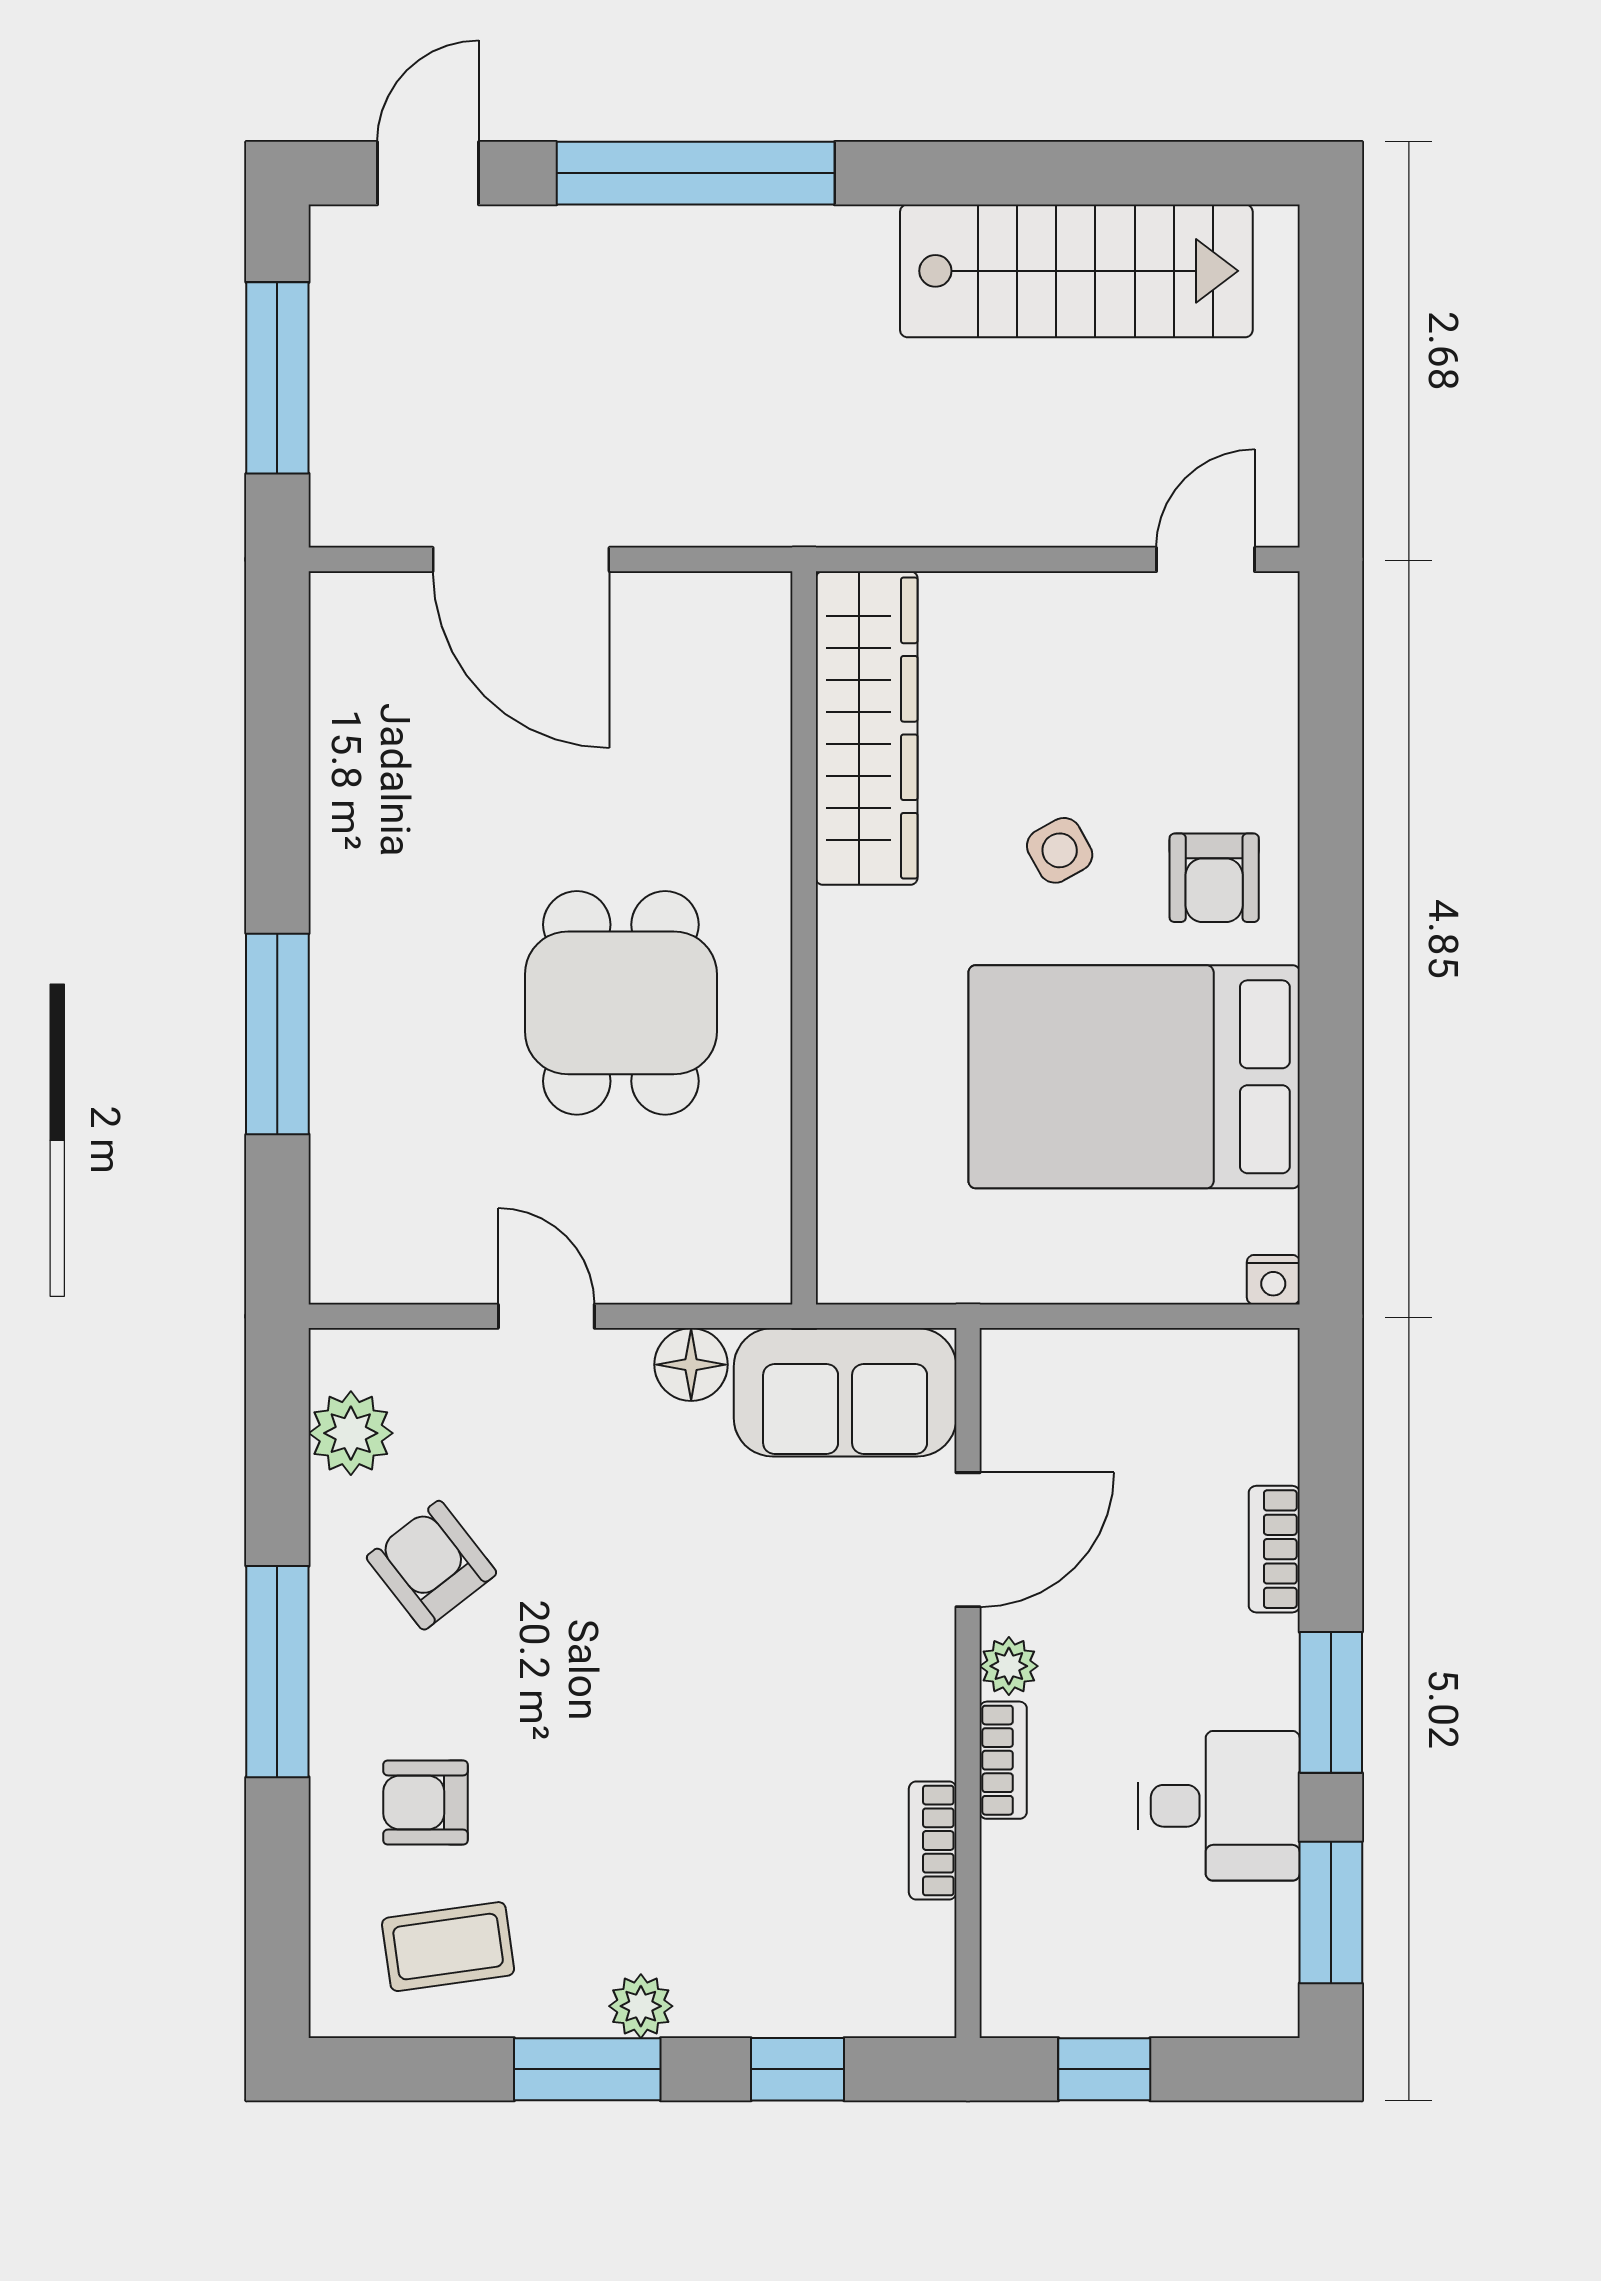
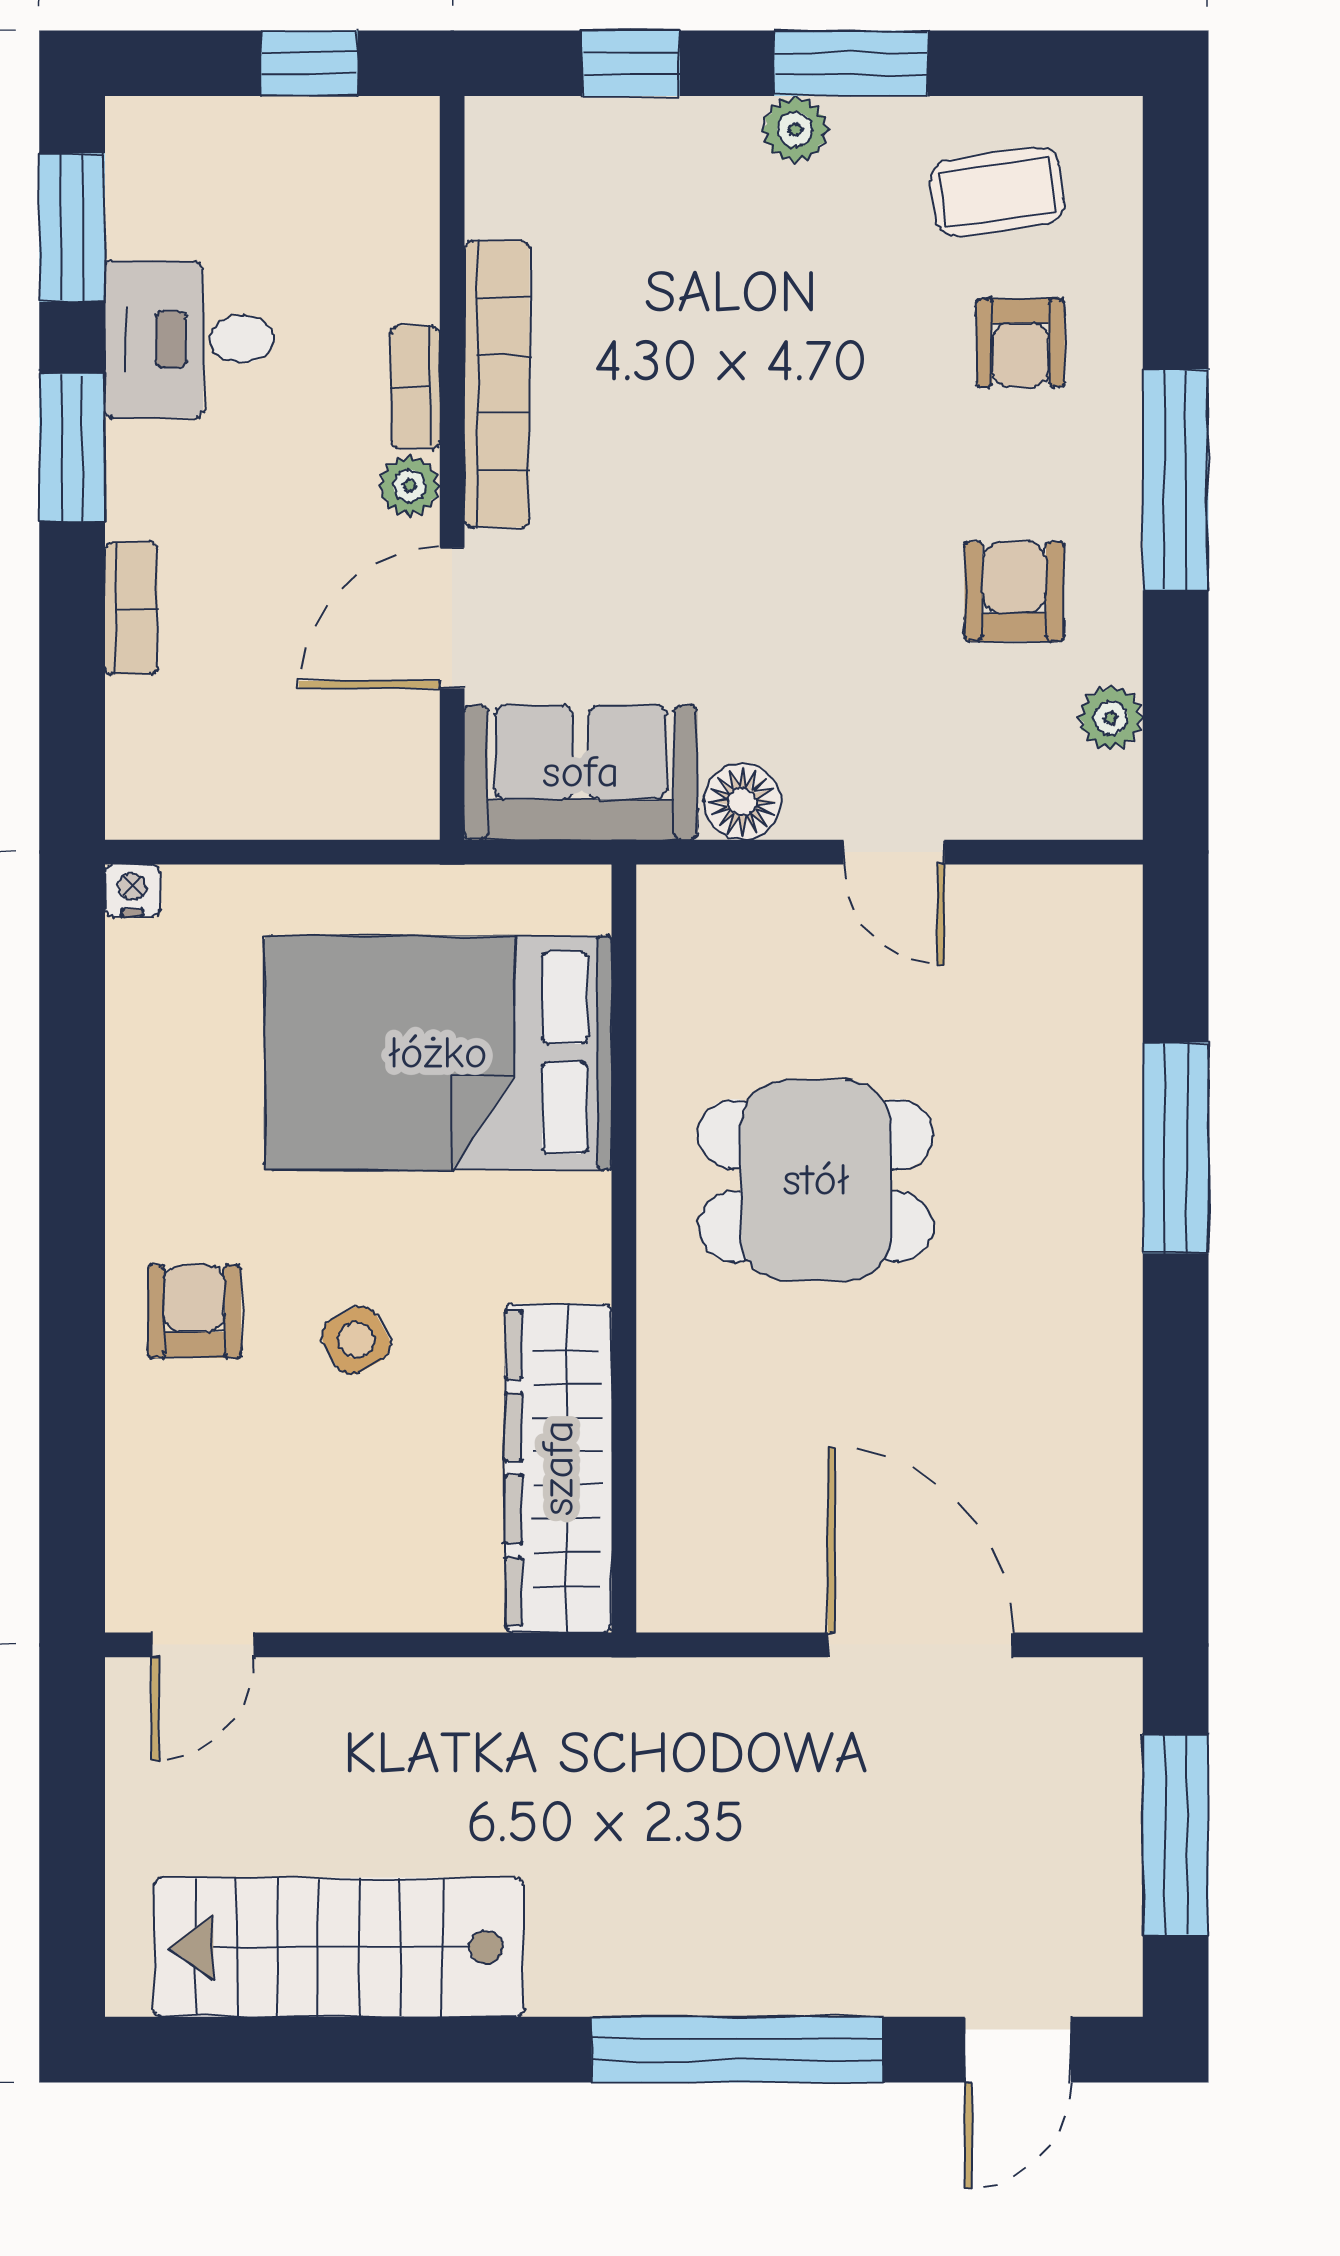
dining table: (621, 1003) -> (816, 1180), turned 90
bed: (1134, 1077) -> (438, 1053), moved, turned 180
plant: (351, 1433) -> (1111, 718), width x0.73, depth x0.73
armchair: (431, 1565) -> (1014, 591), turned -142
armchair: (426, 1802) -> (1020, 343), turned 90
bookcase: (933, 1840) -> (497, 384), width x2.31, depth x1.31

